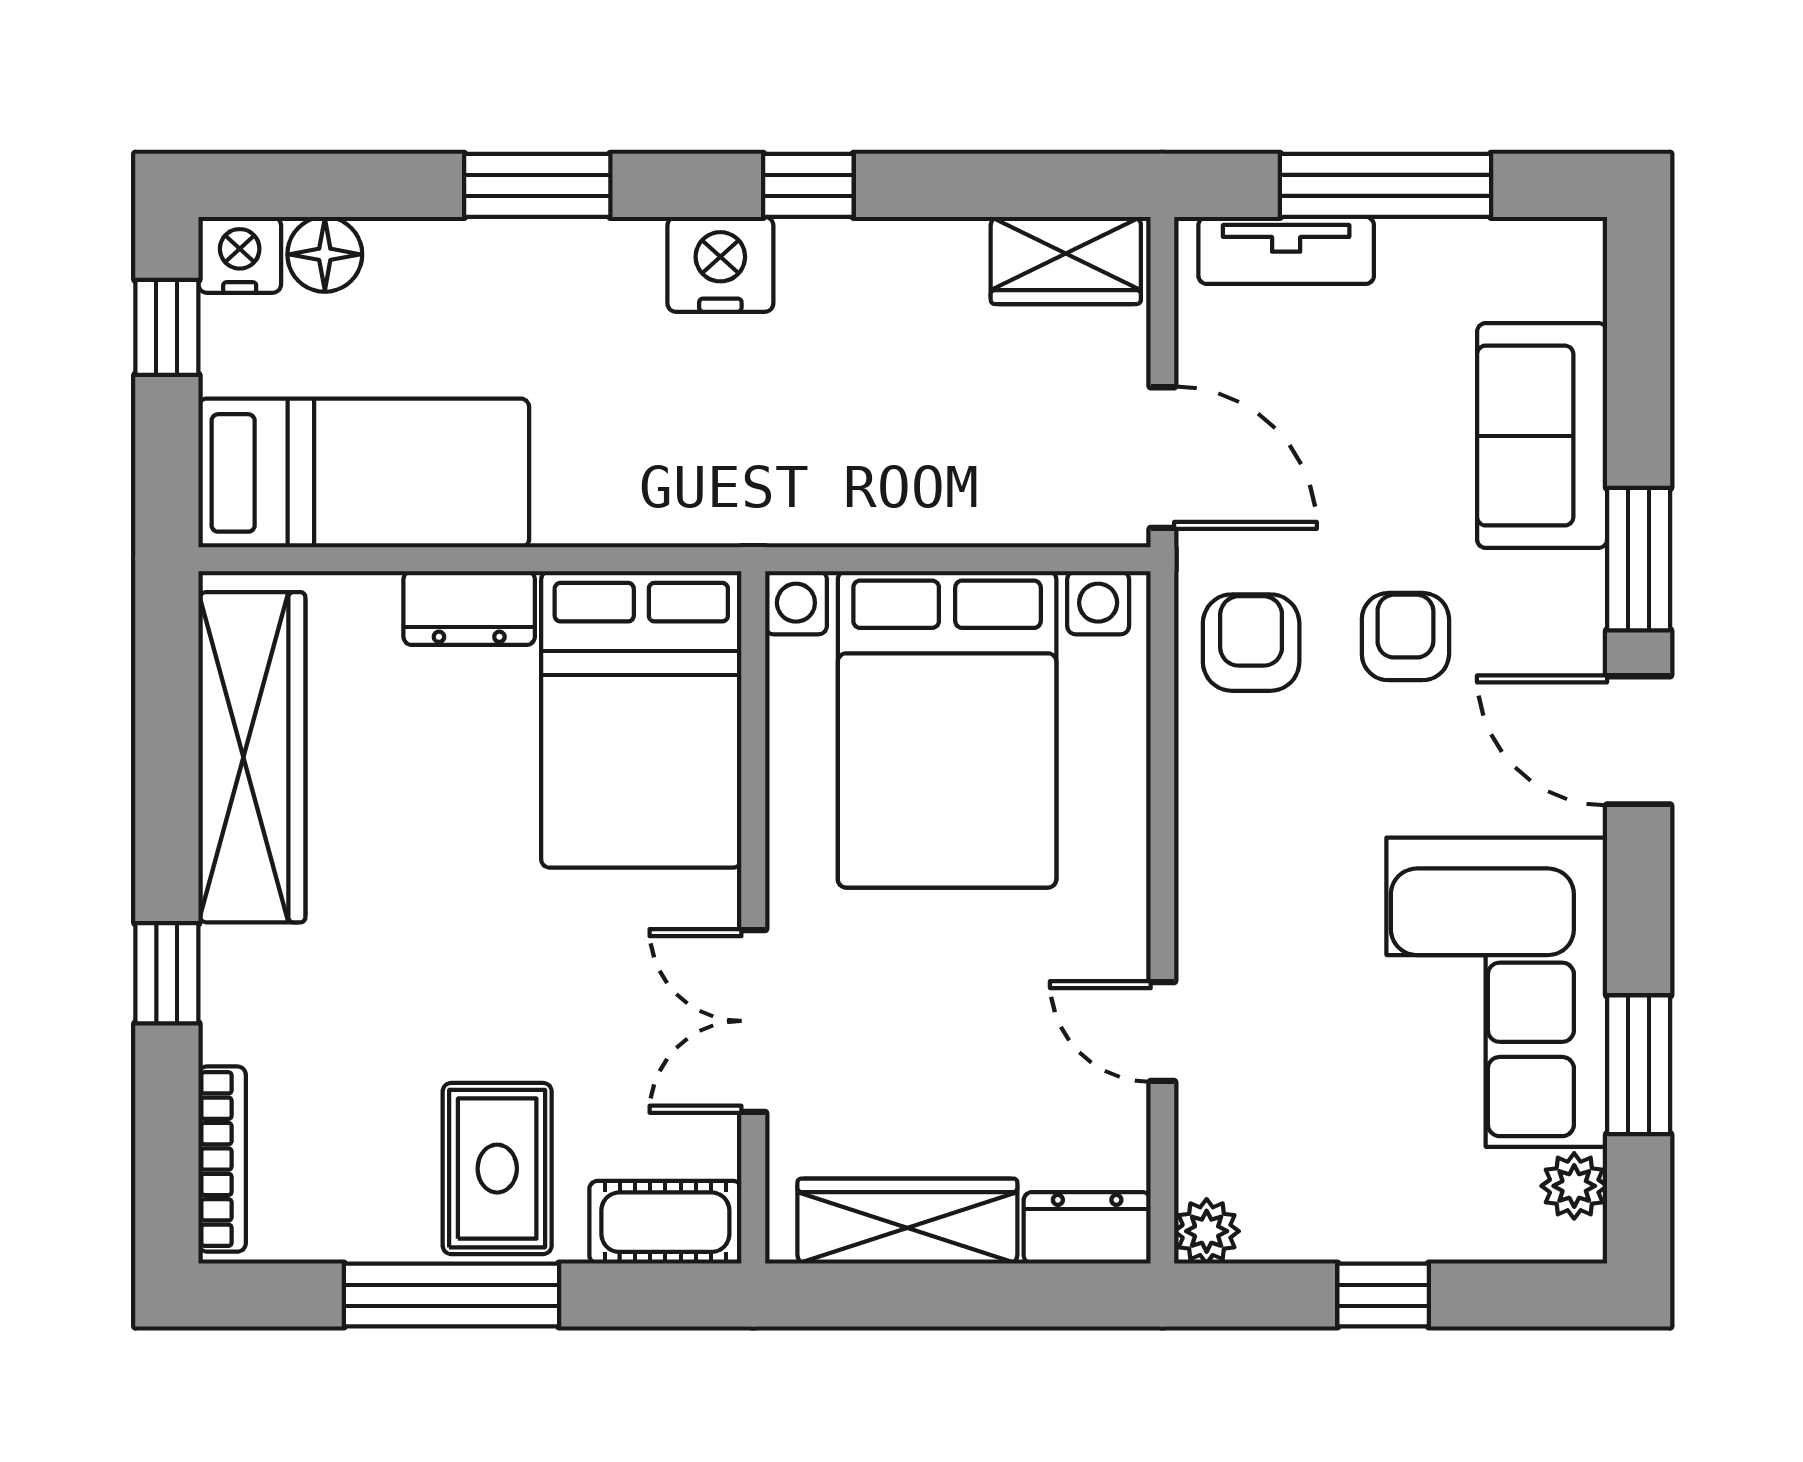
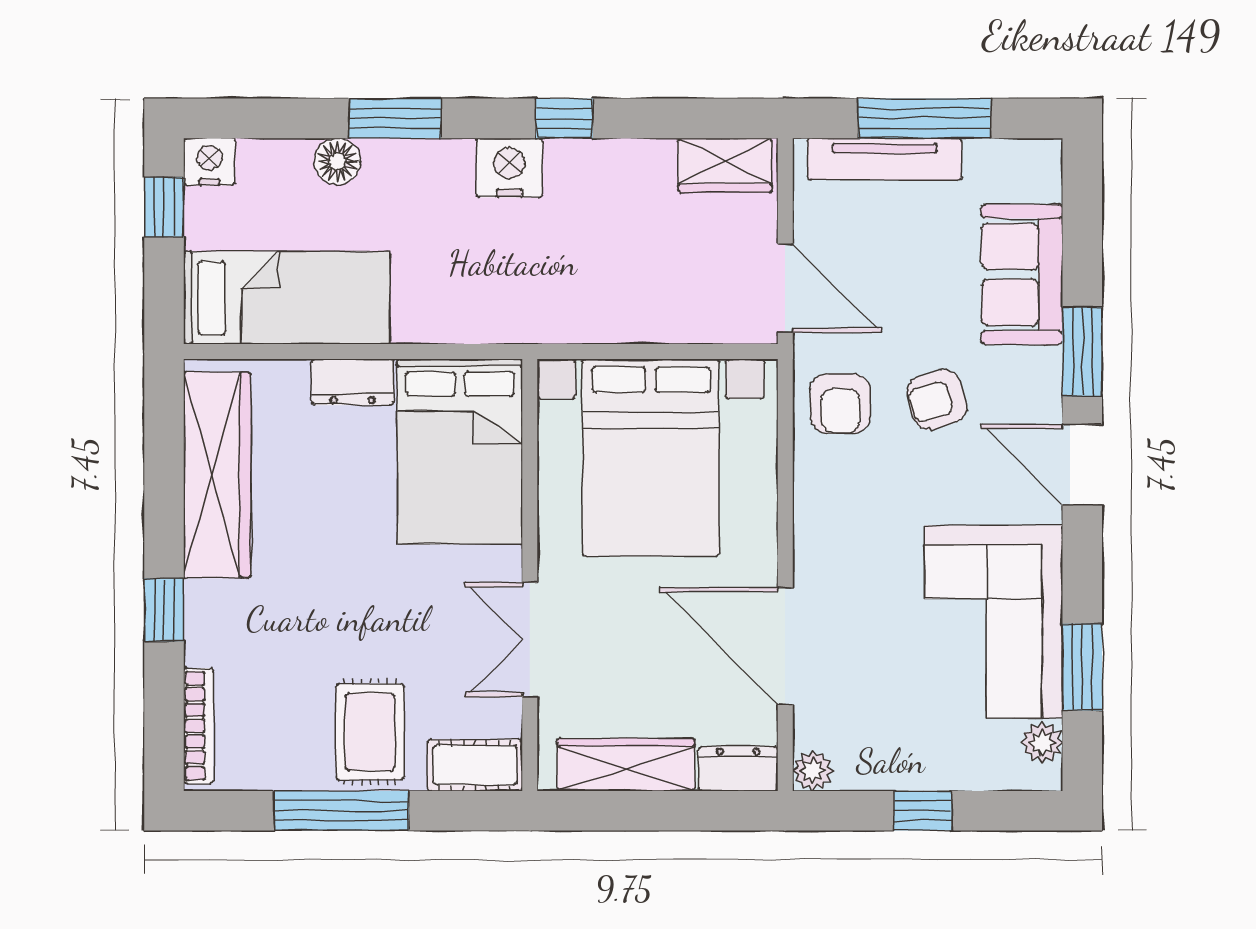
tv unit: (1286, 250) -> (885, 159), width x1.41
floor lamp: (325, 254) -> (337, 161), moved
armchair: (1405, 637) -> (937, 400), turned -107
armchair: (1251, 643) -> (840, 404), turned 180
door: (1162, 1031) -> (785, 646), width x1.87

